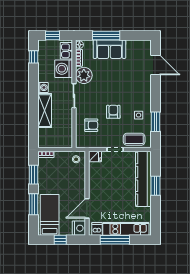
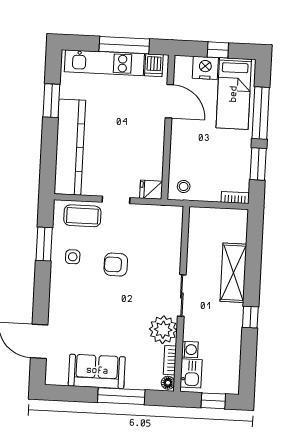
sofa: (109, 49) -> (97, 371), moved
window: (33, 57) -> (250, 317), moved
washing machine: (64, 69) -> (190, 350), width x0.53, depth x0.53
washing machine: (43, 87) -> (234, 312), removed
armchair: (113, 112) -> (116, 265), turned 91
armchair: (91, 125) -> (155, 244), removed
window: (156, 186) -> (51, 101), moved
window: (33, 204) -> (261, 113), width x1.44
door: (87, 208) -> (169, 101), hinge flipped
nightstand: (79, 228) -> (205, 68), moved, turned 90

